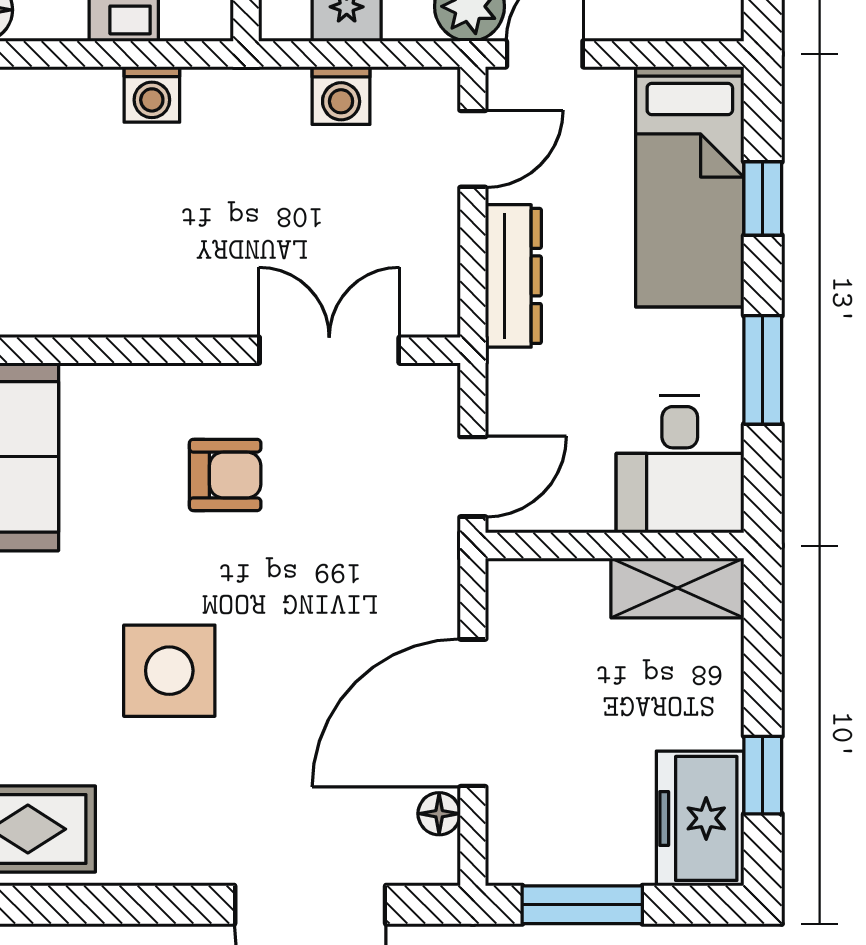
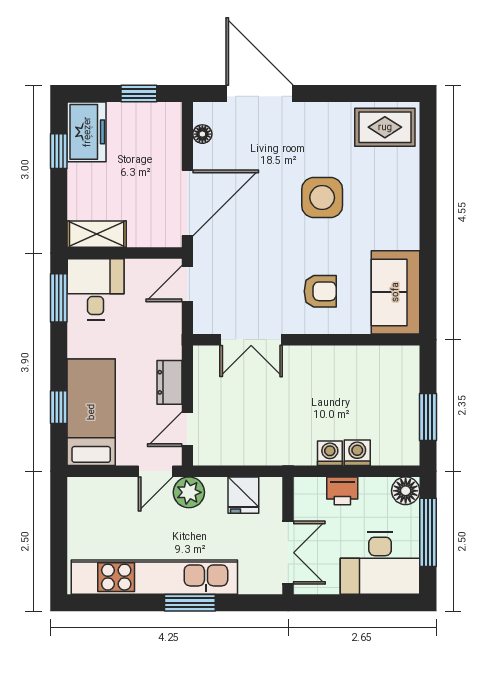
washing machine: (341, 95) -> (357, 453), moved
dresser: (513, 276) -> (169, 382), width x0.70
window: (763, 370) -> (59, 298), moved
armchair: (225, 475) -> (320, 291), moved, turned 180
door: (473, 713) -> (187, 203), moved
window: (582, 905) -> (139, 94), width x0.67

